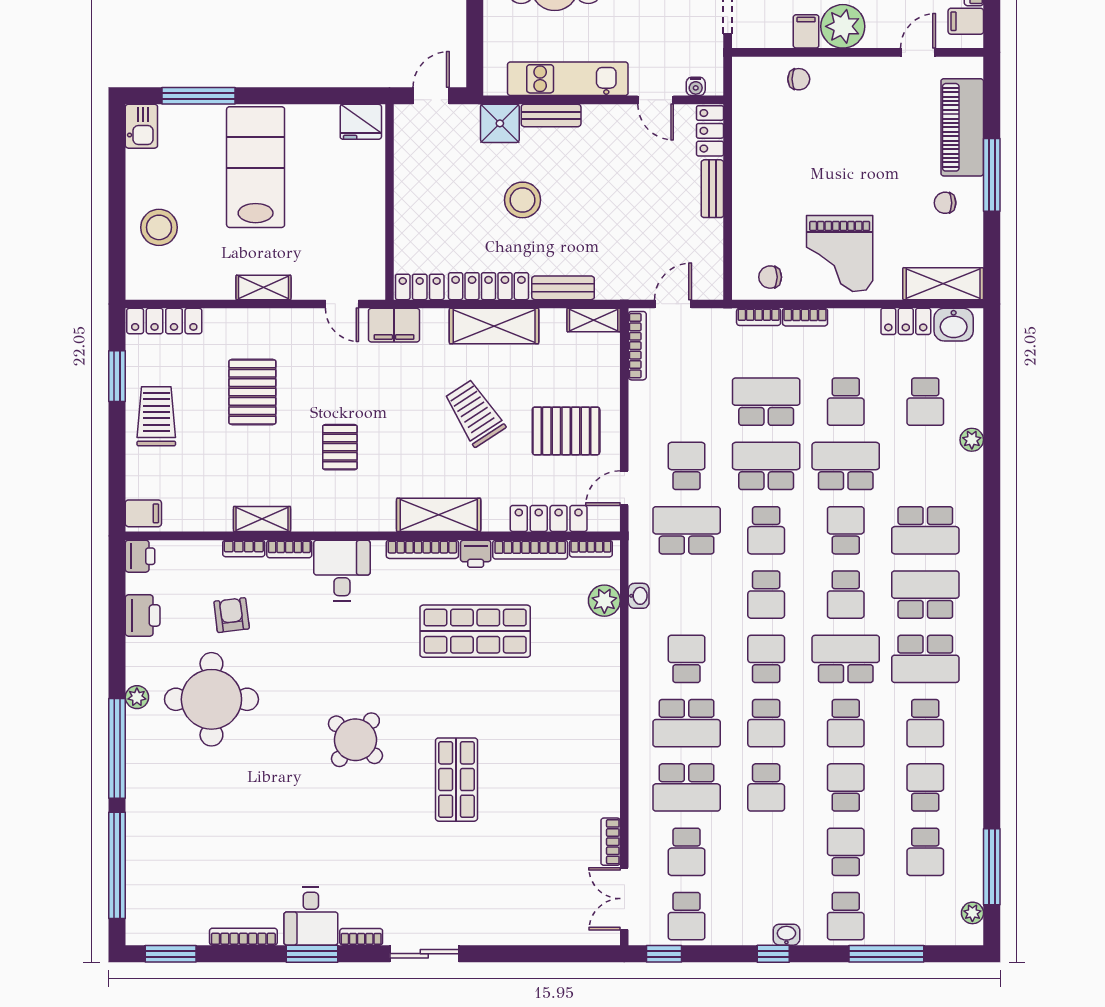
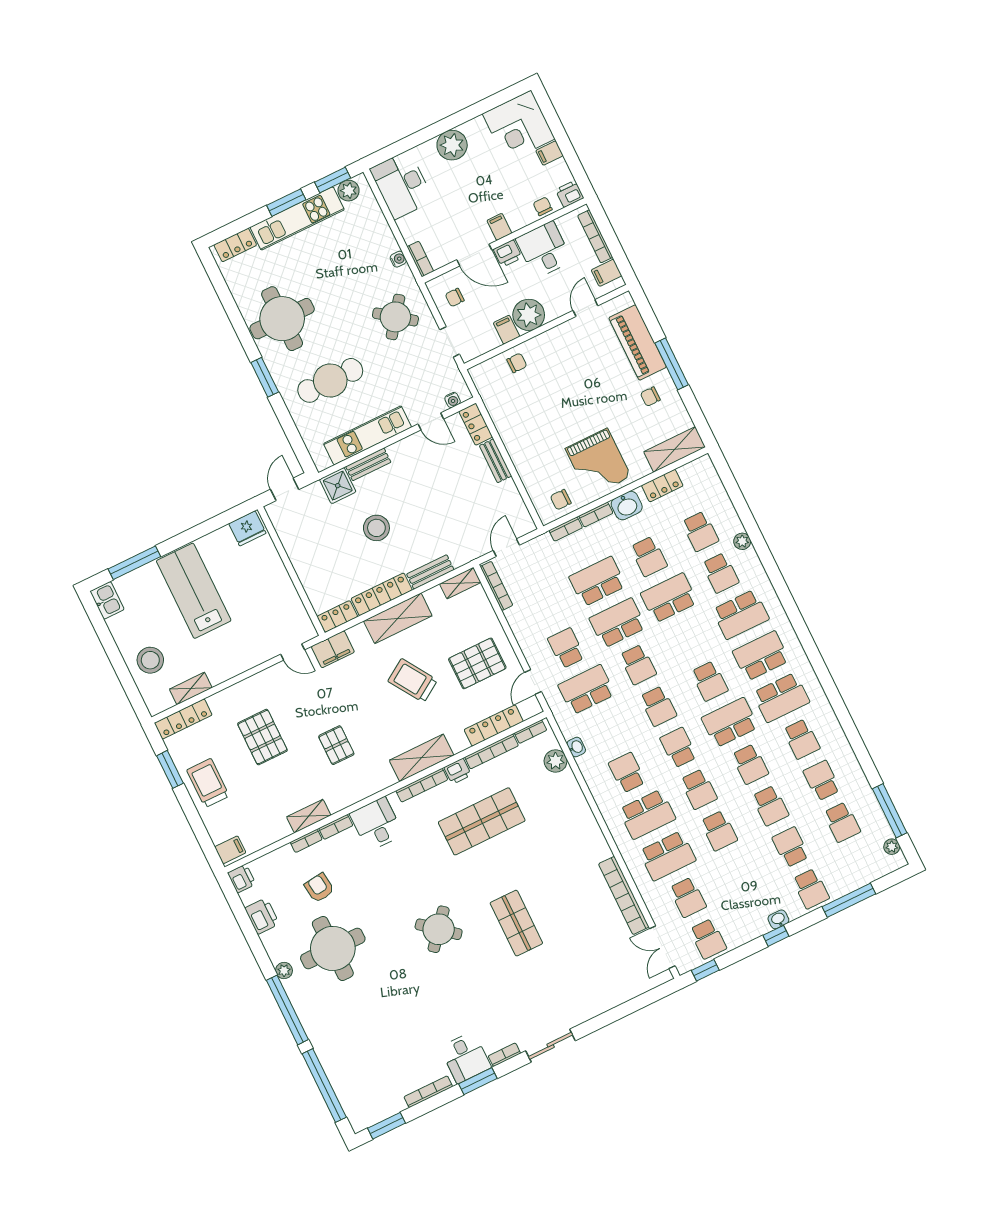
shelving: (263, 287) -> (191, 688), moved
washbasin: (954, 325) -> (627, 506), moved
school desk: (846, 530) -> (720, 573), moved, turned 180
school desk: (846, 787) -> (770, 806), turned 180
bookcase: (611, 842) -> (624, 895), width x2.31, depth x1.31

